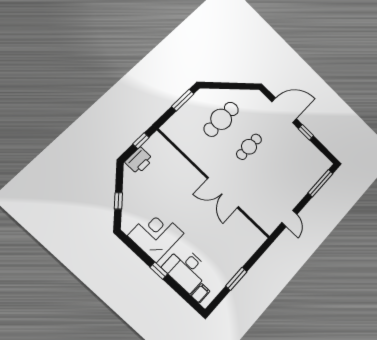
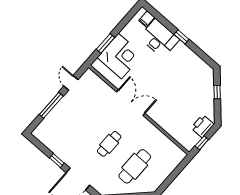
window: (183, 100) -> (169, 180), removed
window: (320, 183) -> (51, 105), moved
corner desk: (156, 234) -> (120, 56), moved, turned -90
window: (236, 279) -> (106, 43), moved

